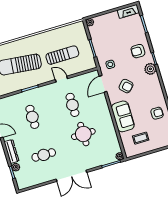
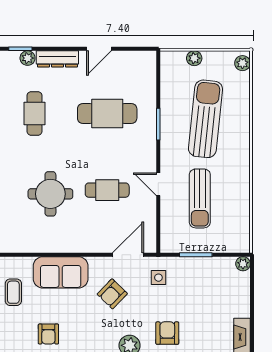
door: (61, 79) -> (158, 184), swing flipped
door: (103, 84) -> (128, 255), hinge flipped
cafe table: (32, 117) -> (107, 113), width x1.37, depth x1.35

